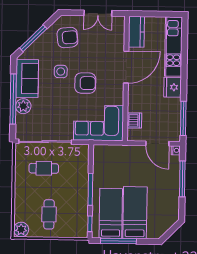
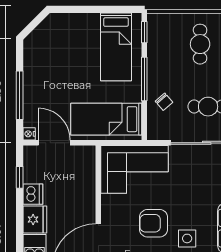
window: (183, 118) -> (20, 177), width x0.46
dishwasher: (134, 120) -> (33, 194), moved, turned 180
chair: (76, 172) -> (164, 102), added
bed: (135, 213) -> (106, 119), moved, turned 90
window: (118, 241) -> (105, 9), removed

